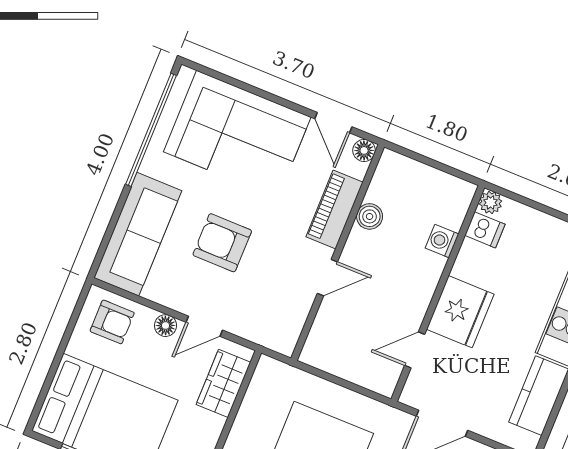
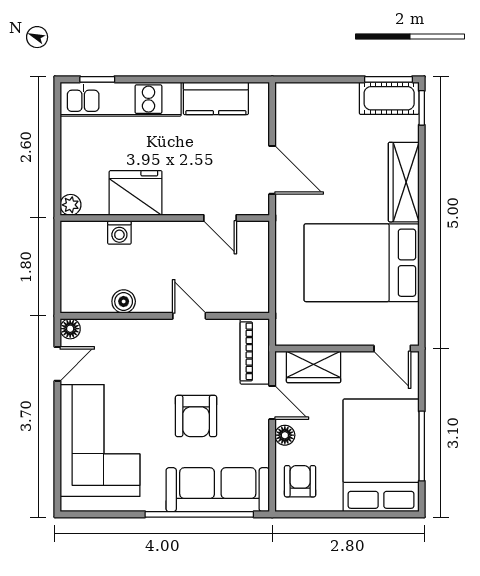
window: (151, 130) -> (199, 514), moved
piano: (335, 209) -> (255, 351), moved, turned 90
dishwasher: (485, 230) -> (95, 200), removed
fridge: (460, 312) -> (136, 193), moved

